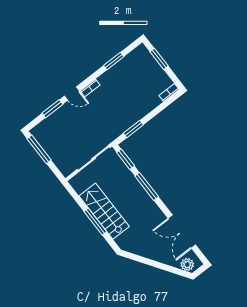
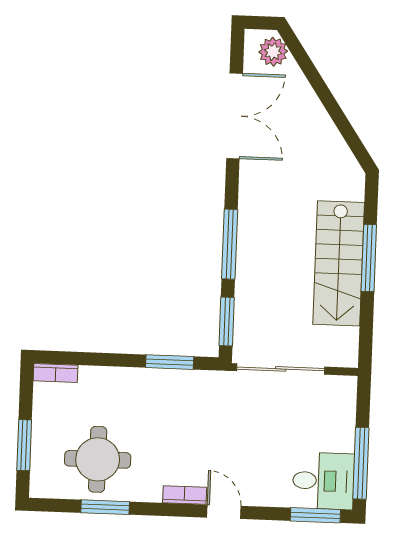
round table: (130, 75) -> (98, 459), added
window: (52, 109) -> (315, 515), moved
desk: (47, 133) -> (323, 481), added

